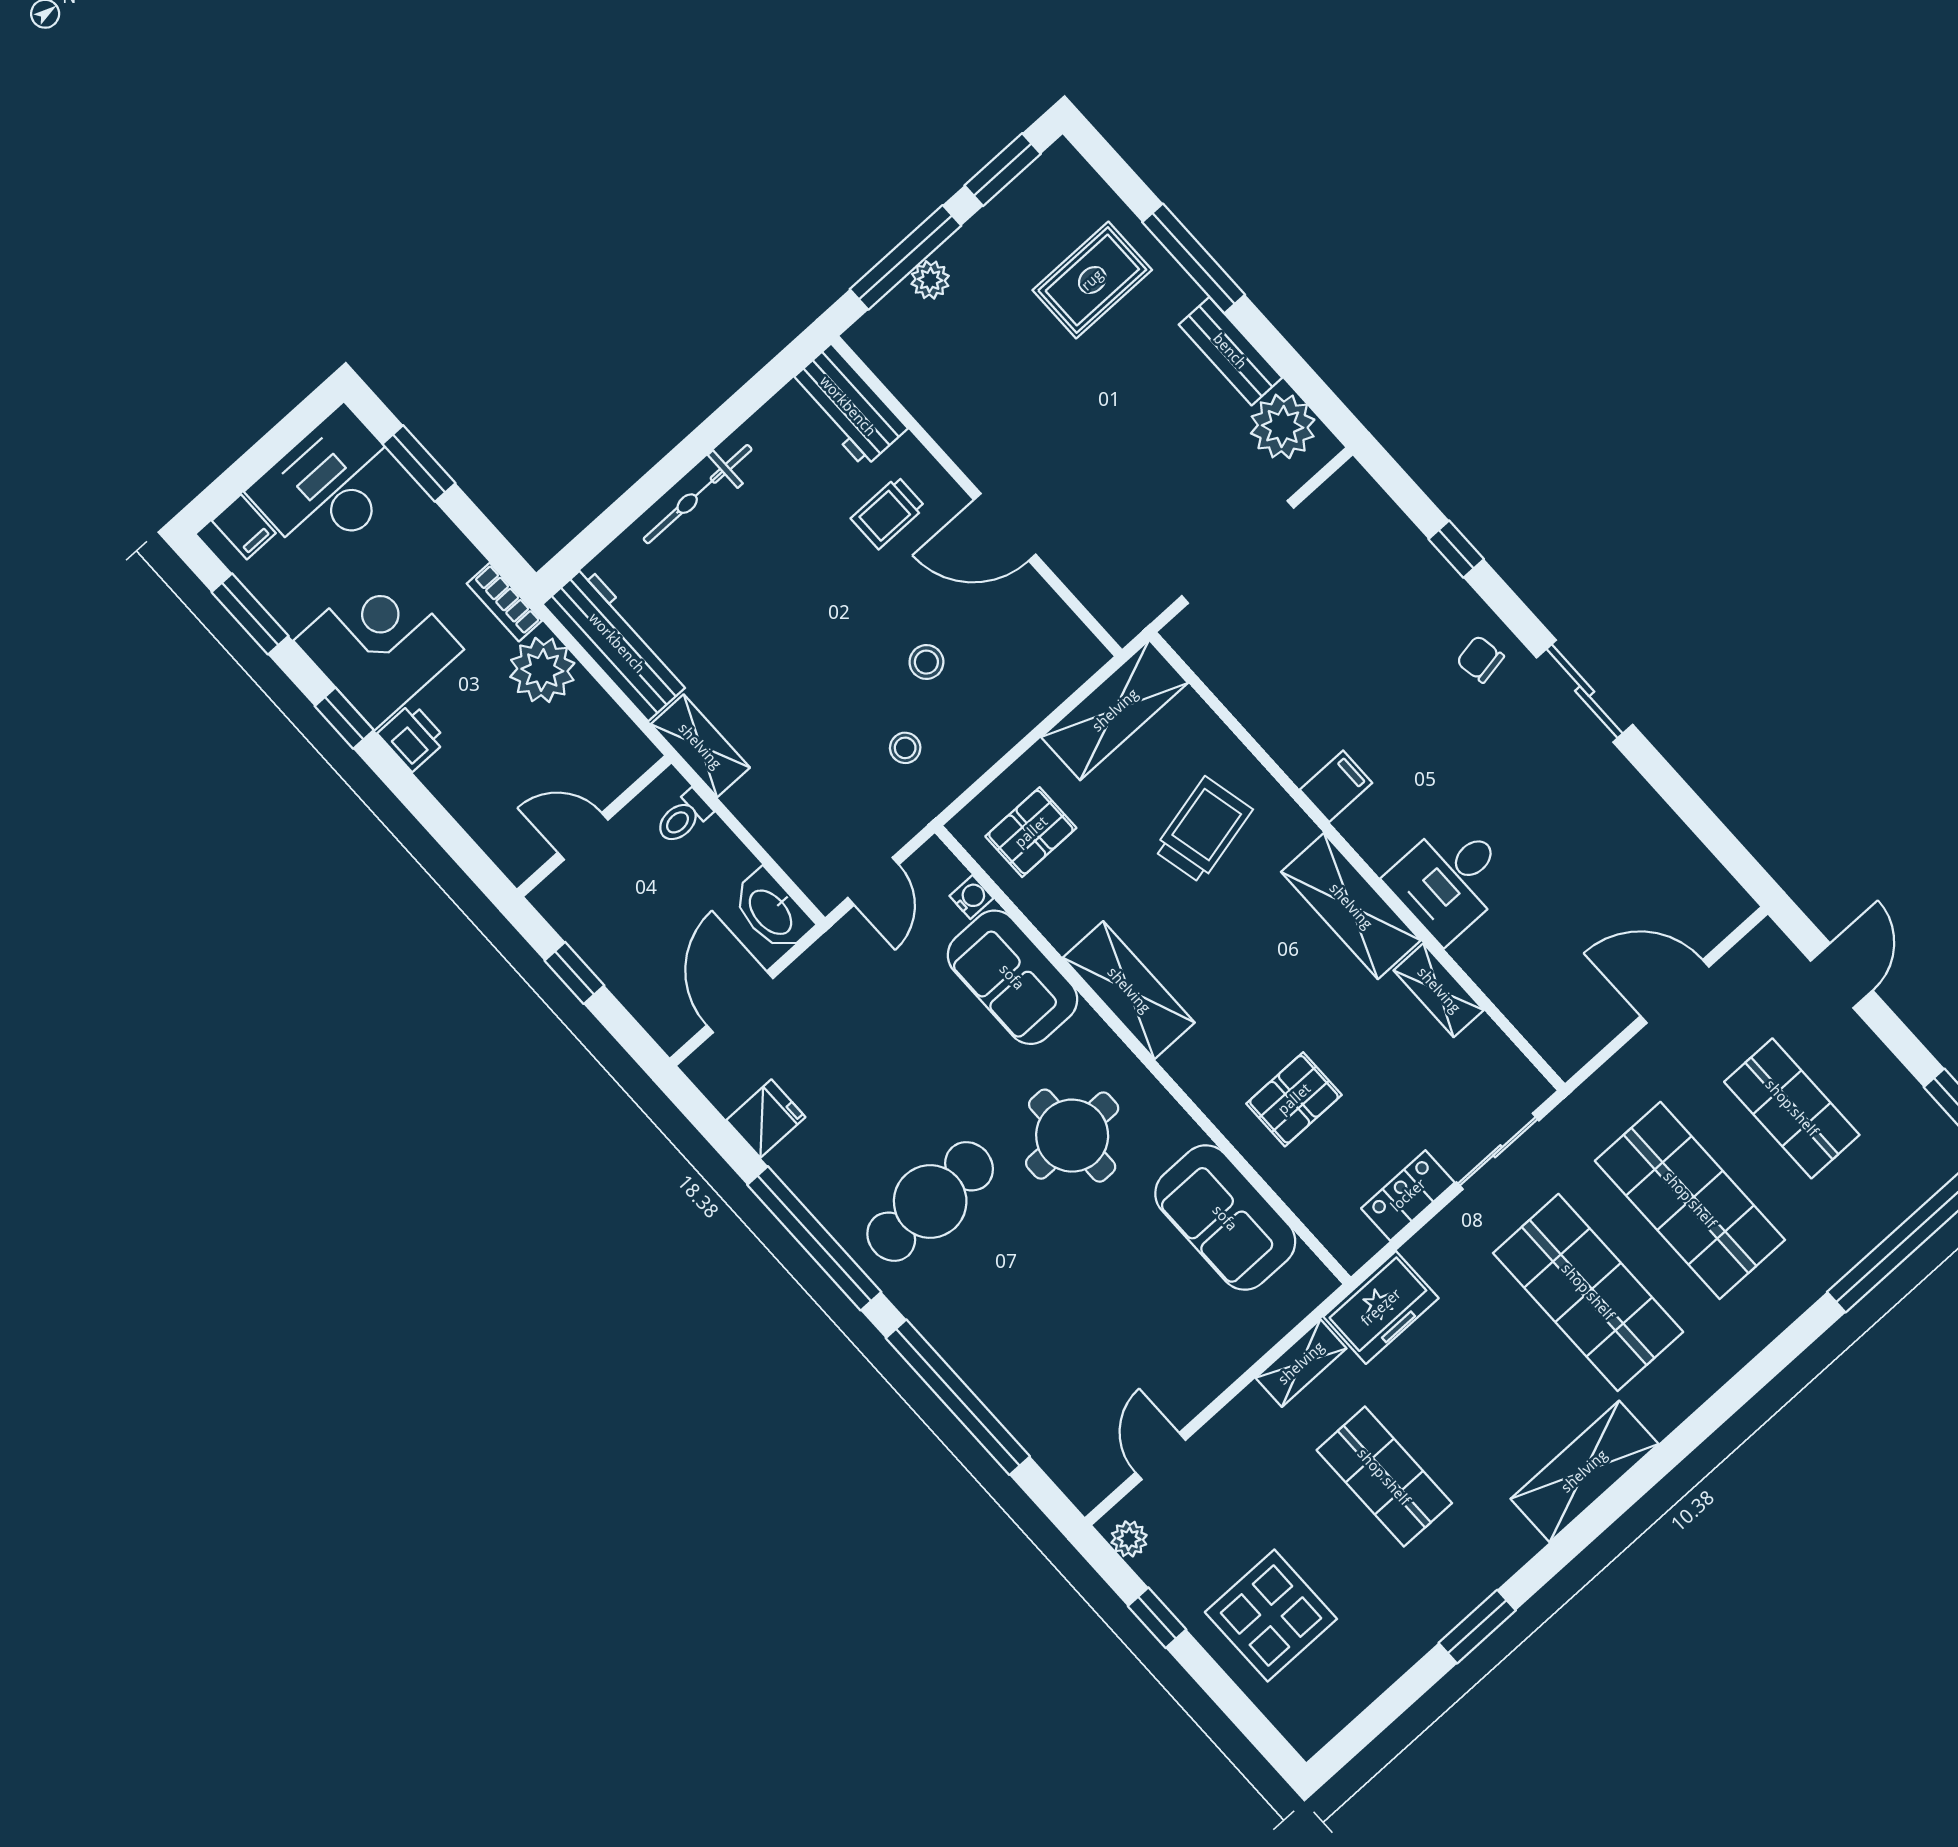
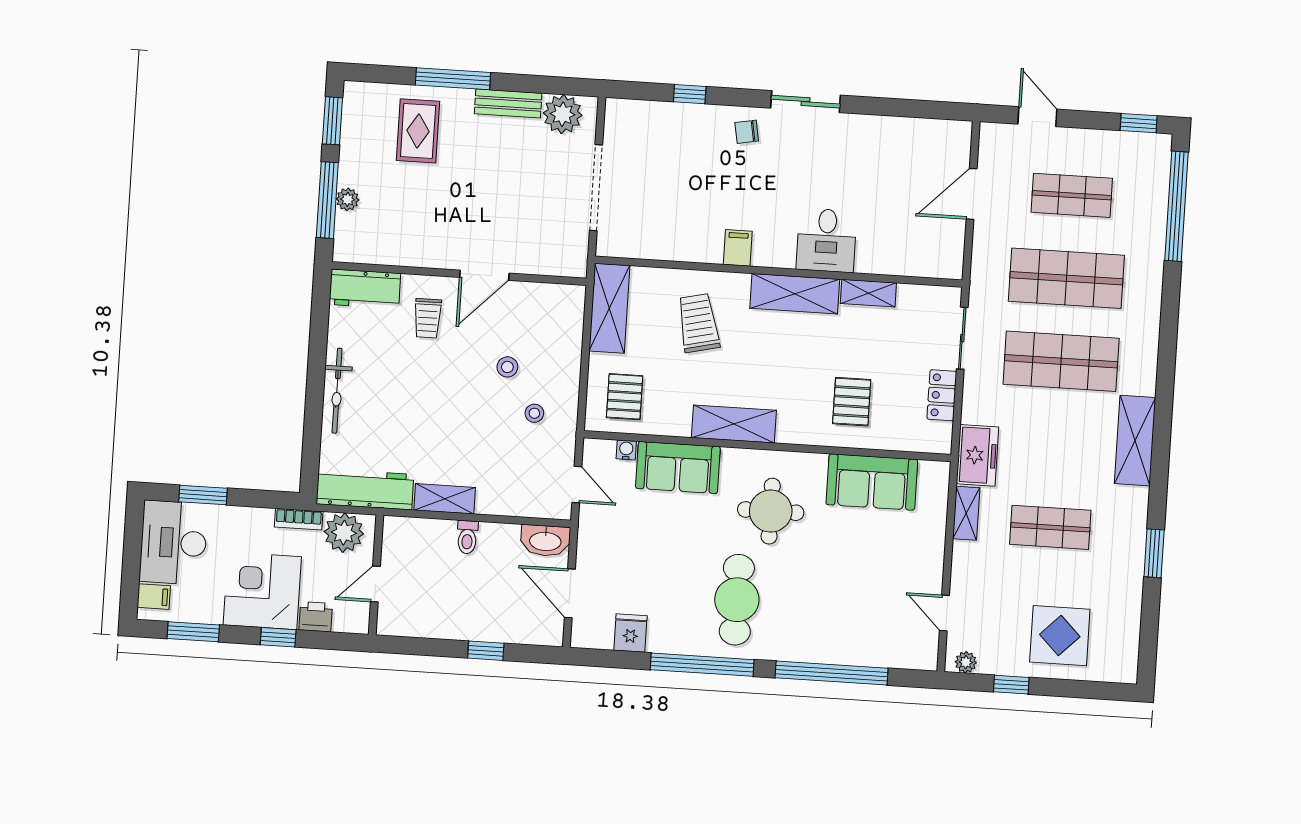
wall: (594, 826) -> (376, 575), moved
door: (583, 836) -> (375, 584), moved

